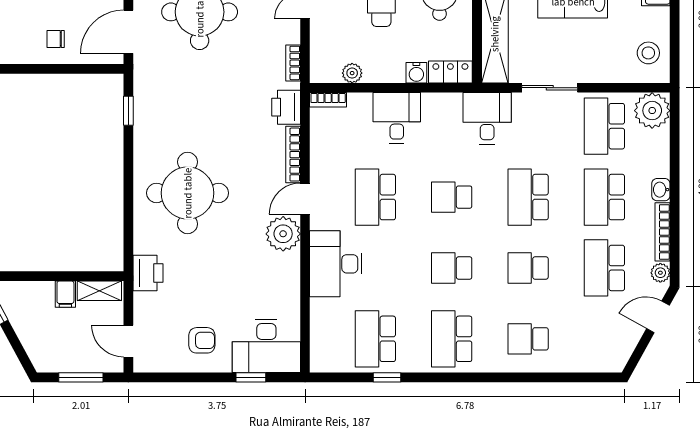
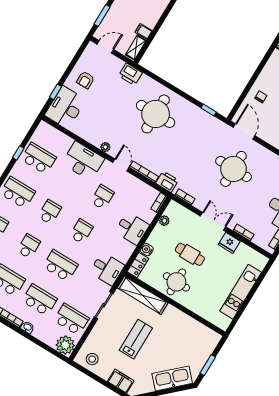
school desk: (375, 197) -> (102, 197), width x0.54
plant: (283, 234) -> (105, 147), width x0.53, depth x0.53

